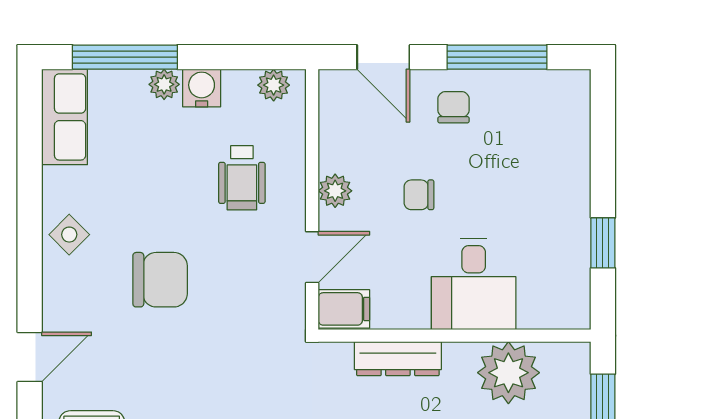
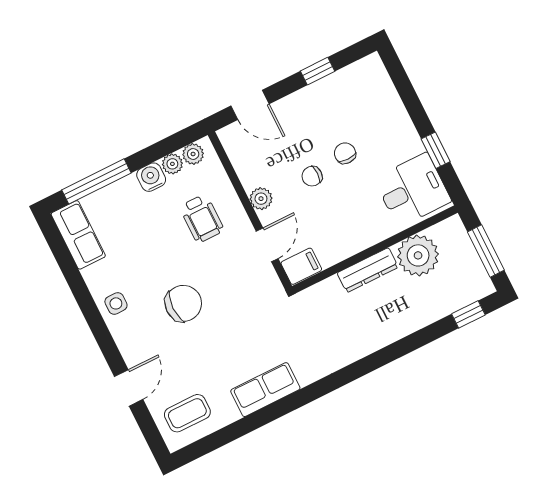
window: (497, 57) -> (318, 71), width x0.46
plant: (164, 84) -> (172, 164), moved
chair: (454, 107) -> (345, 153), moved
side table: (69, 235) -> (116, 303), turned 45
desk: (474, 284) -> (413, 190), moved, turned -90
dresser: (398, 359) -> (368, 270), moved

